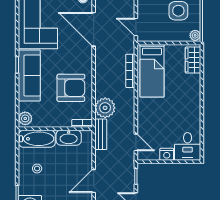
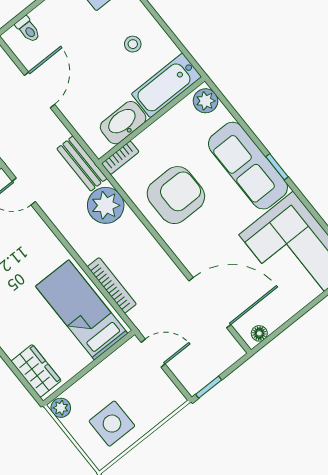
armchair: (71, 88) -> (176, 195), turned 180

